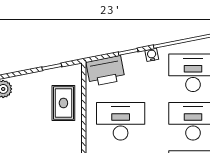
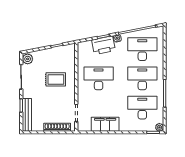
printer: (105, 71) -> (103, 45), moved
rug: (63, 103) -> (56, 79), moved, turned 90

